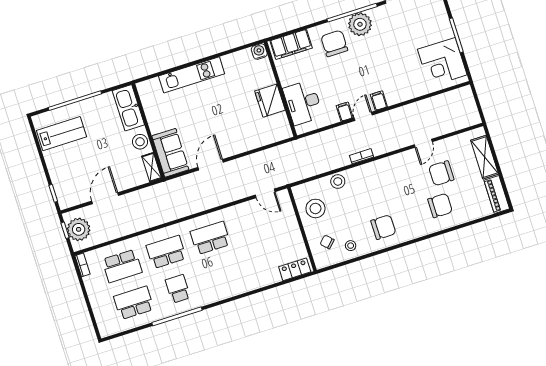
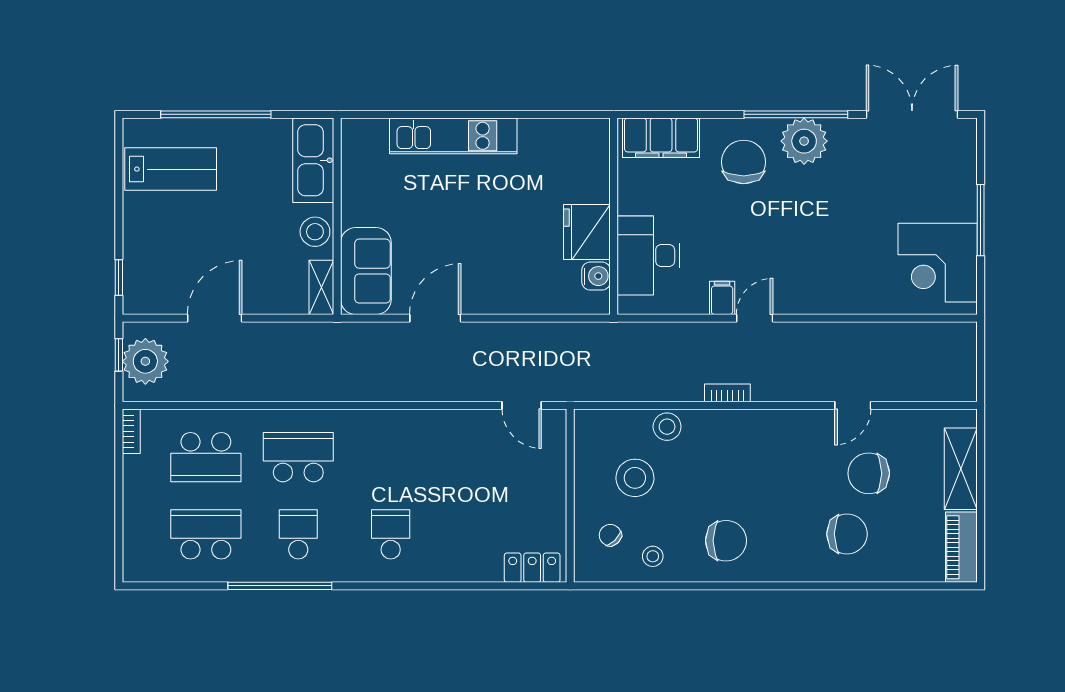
water cooler: (259, 51) -> (596, 276), moved, turned 90
filing cabinet: (379, 101) -> (794, 298), removed
stool: (315, 208) -> (635, 478), moved
school desk: (210, 238) -> (391, 534), moved, width x0.54

